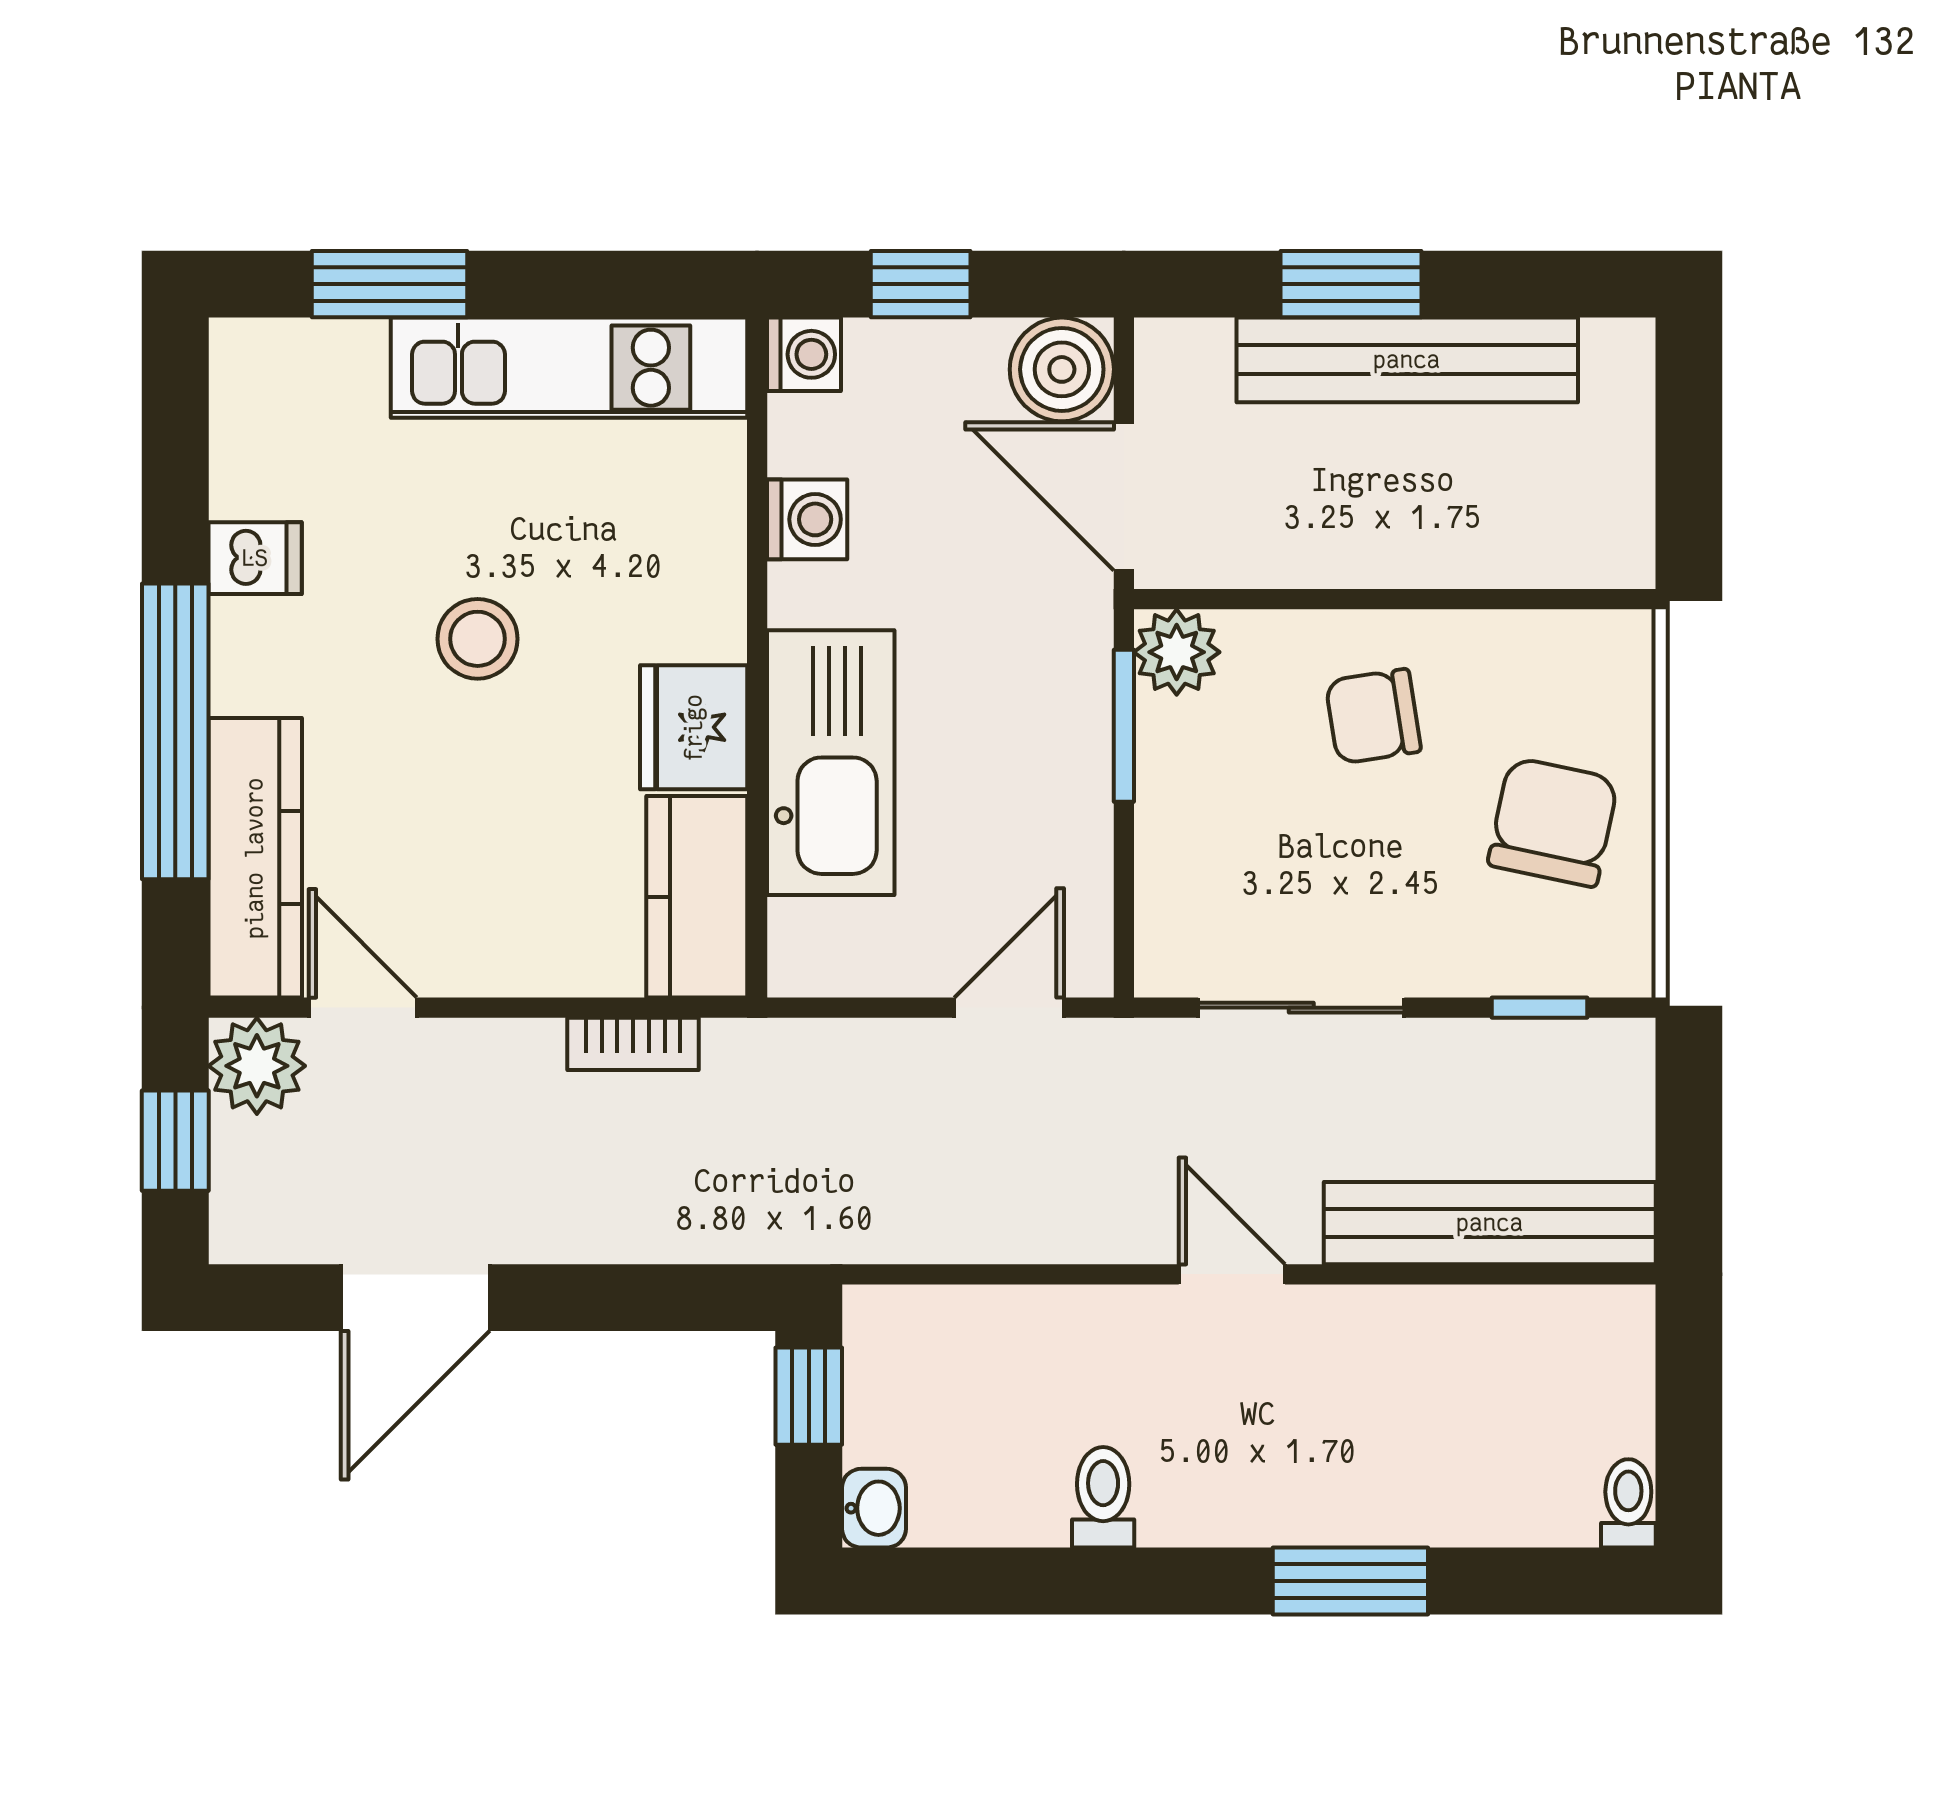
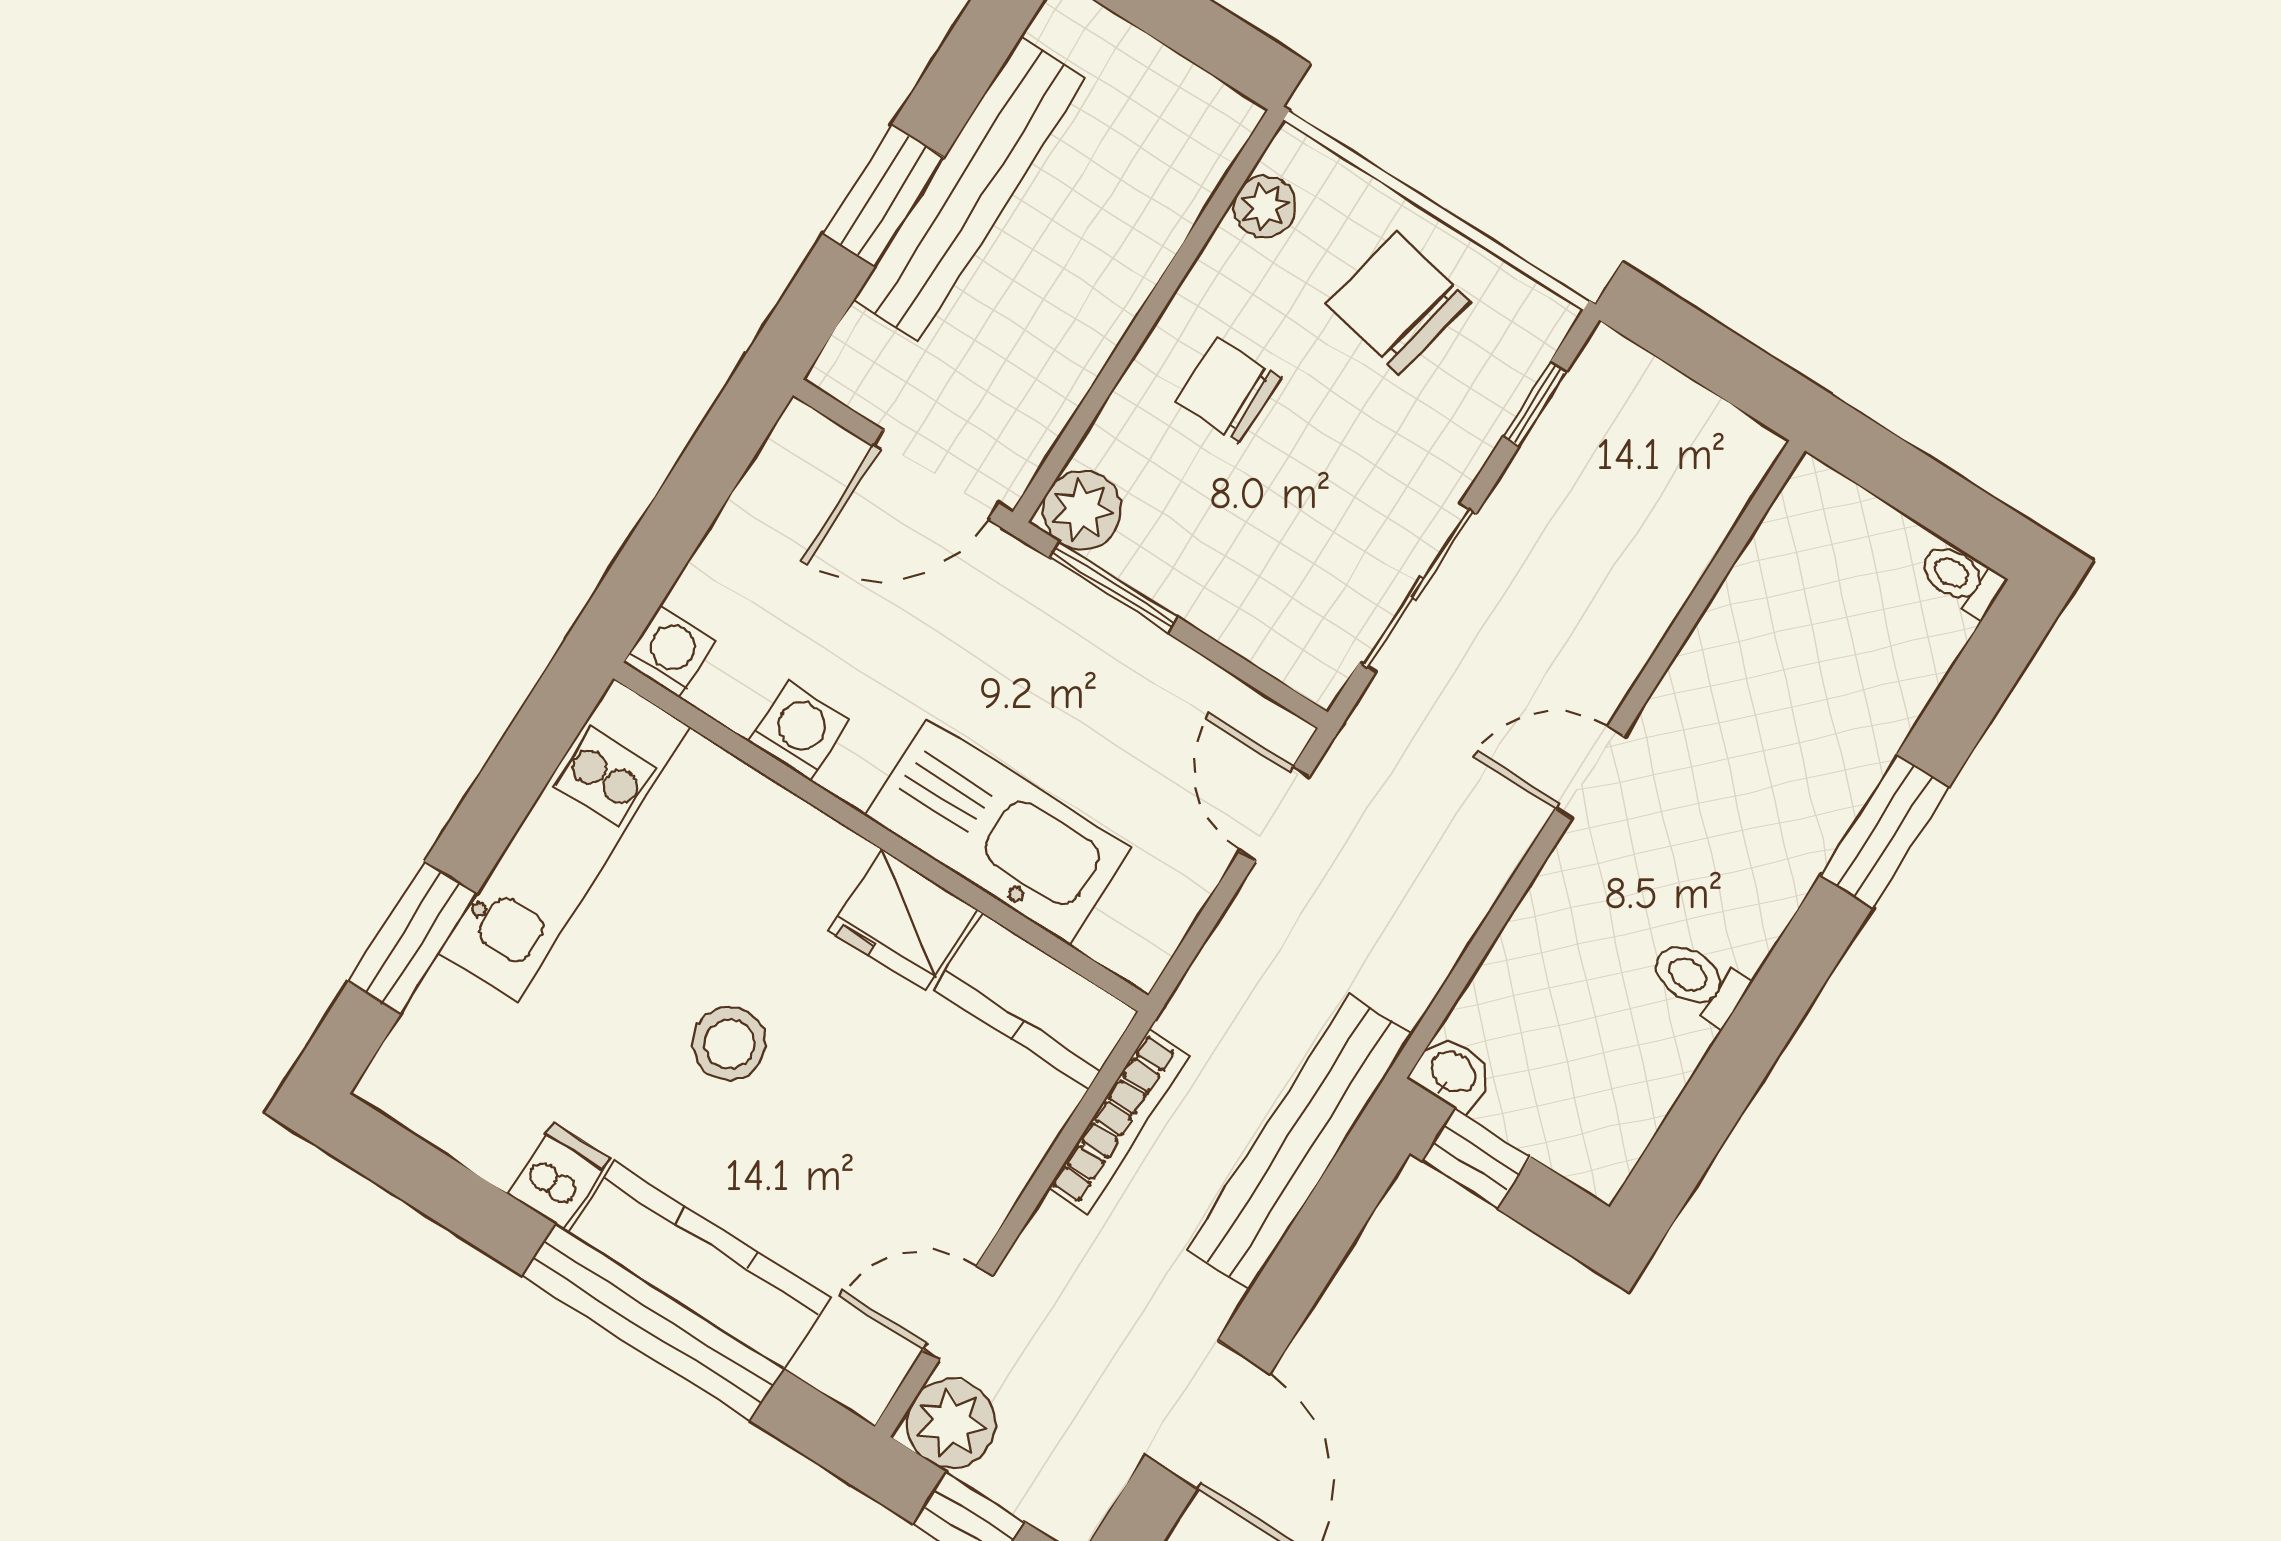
window: (921, 284) -> (673, 528), removed
boiler: (1062, 369) -> (808, 460), removed
plant: (1564, 643) -> (1265, 207), added
chair: (1373, 716) -> (1228, 390), turned 99
kitchen counter: (255, 858) -> (699, 1265), moved
bookcase: (633, 1044) -> (1118, 1122), width x1.56
bench: (1490, 1223) -> (1300, 1142), moved
washbasin: (874, 1508) -> (1453, 1073), moved

